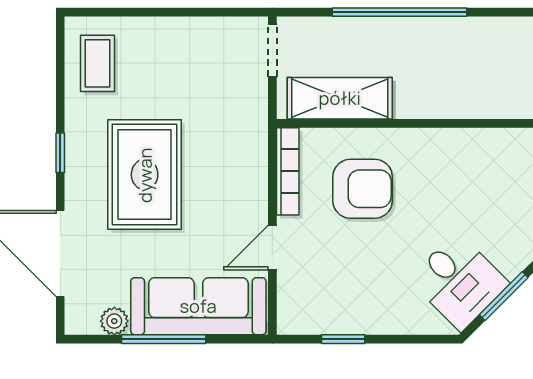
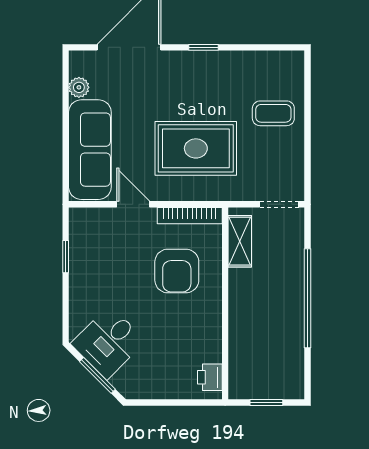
coffee table: (98, 63) -> (273, 113), moved
shelving: (340, 98) -> (240, 241), width x0.67, depth x0.75
printer: (506, 144) -> (210, 377), added
rug: (145, 175) -> (196, 148), moved
window: (164, 339) -> (66, 124), removed

